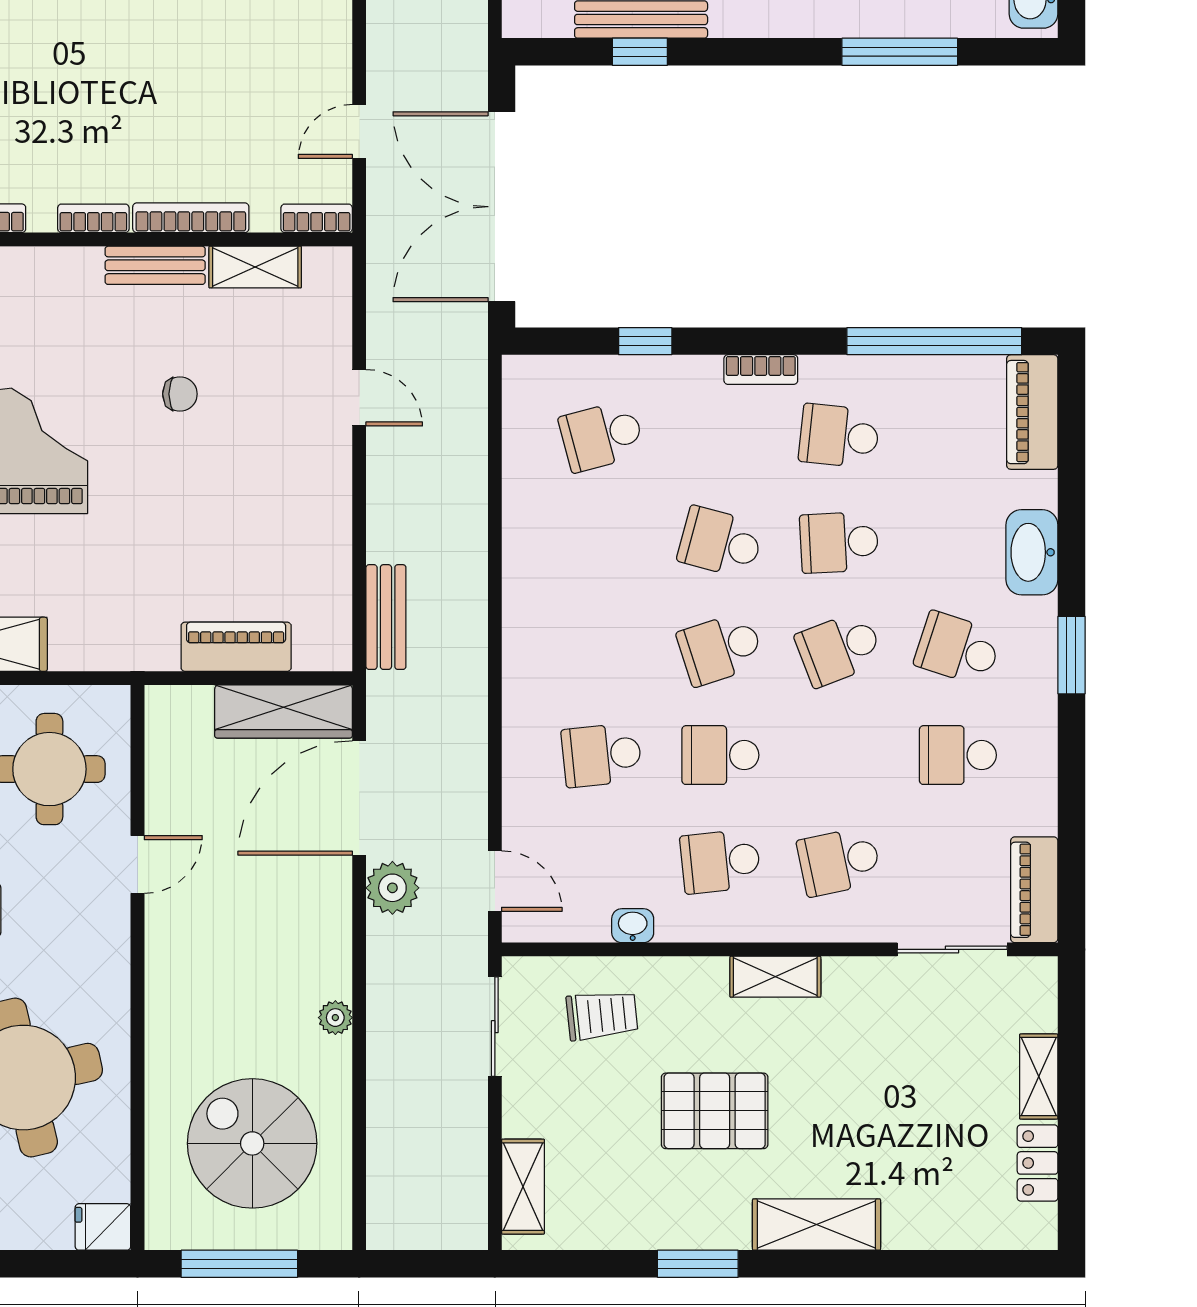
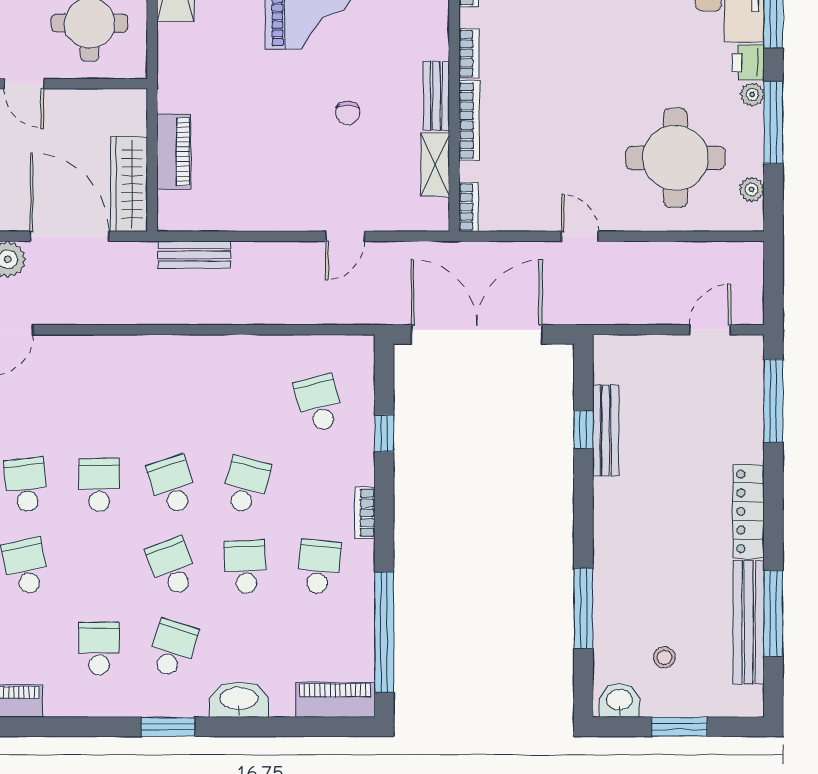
door: (359, 131) -> (580, 236), moved
school desk: (602, 755) -> (99, 403), removed

